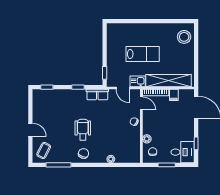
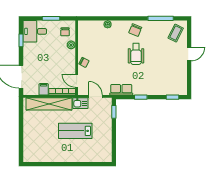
stool: (184, 37) -> (33, 148), removed
door: (30, 130) -> (189, 54), swing flipped

